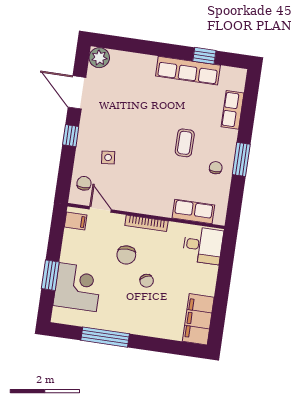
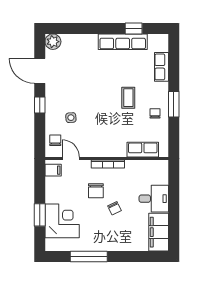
desk: (203, 245) -> (154, 199), moved

